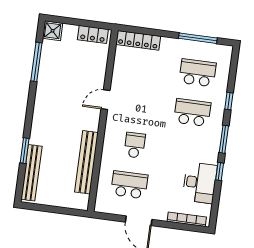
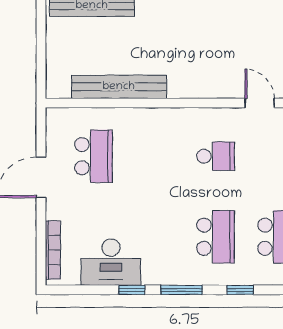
door: (106, 100) -> (260, 103), moved
school desk: (135, 145) -> (216, 156), moved

